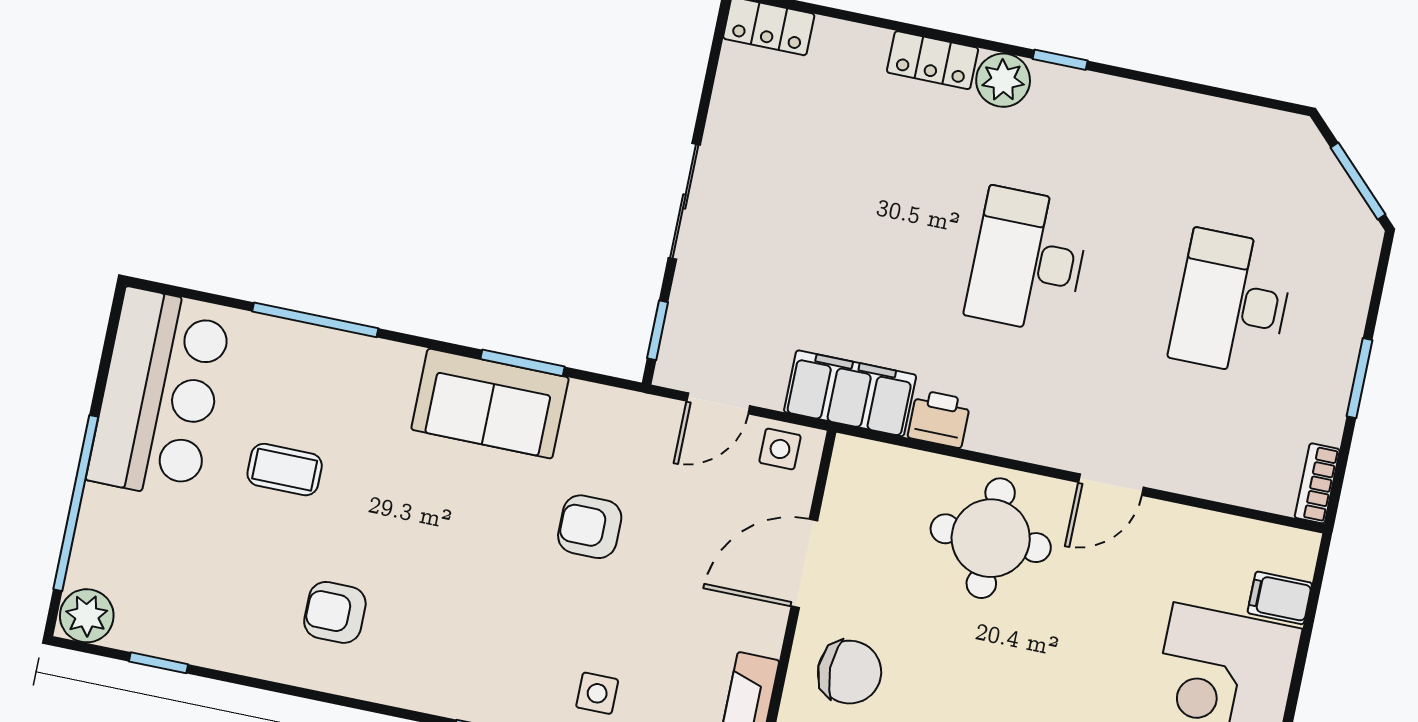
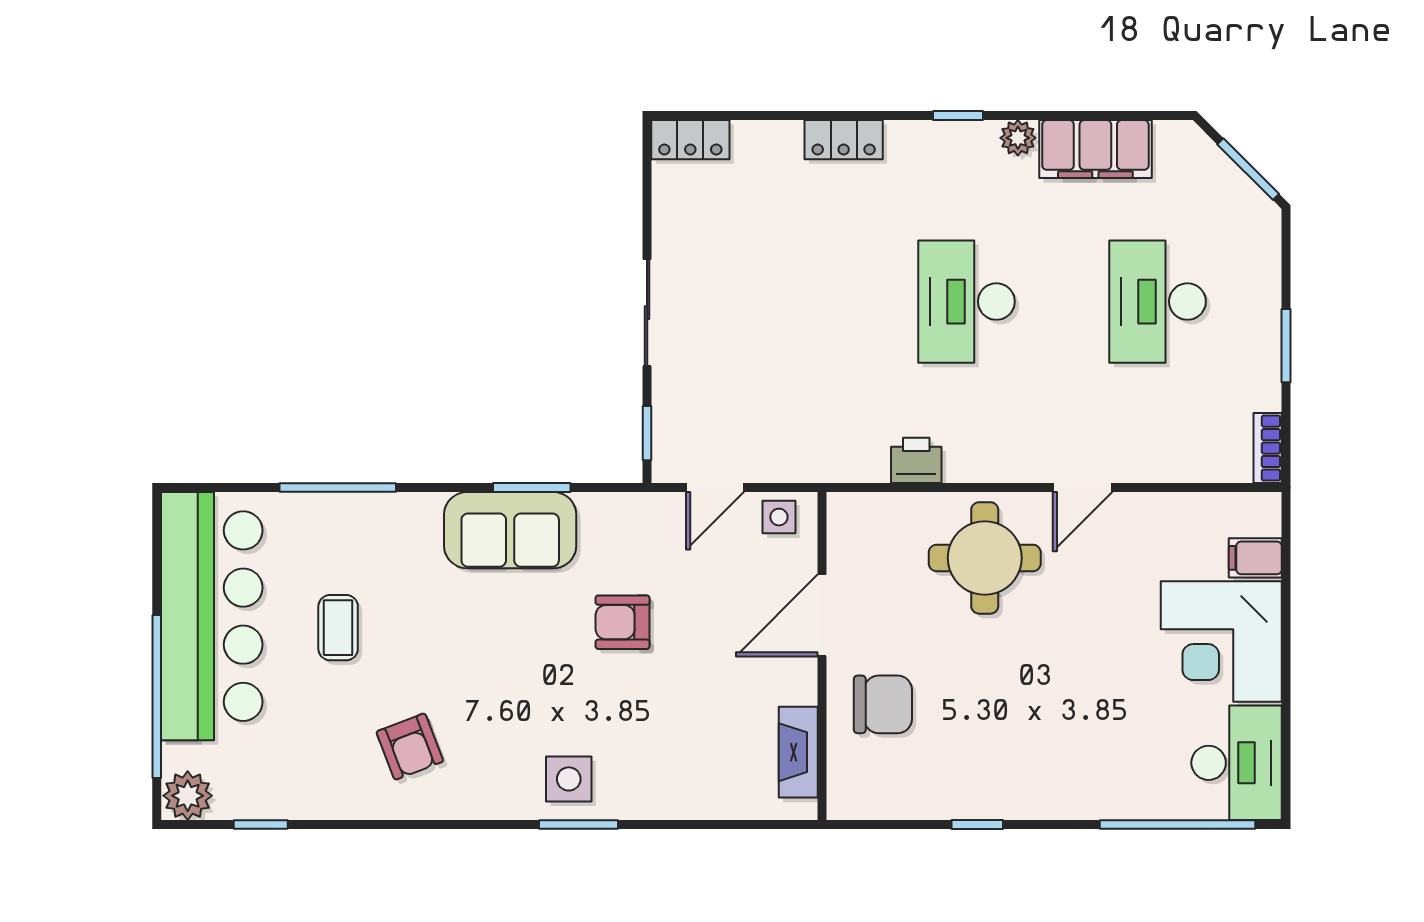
plant: (1003, 80) -> (1018, 138), moved, width x0.73, depth x0.73
filing cabinet: (850, 393) -> (1095, 149), moved, turned 180
bar counter: (160, 394) -> (212, 616), width x1.36
coffee table: (285, 470) -> (338, 628), turned 90
armchair: (335, 612) -> (410, 747), turned -111
side table: (597, 693) -> (569, 779), moved, width x1.37, depth x1.37

